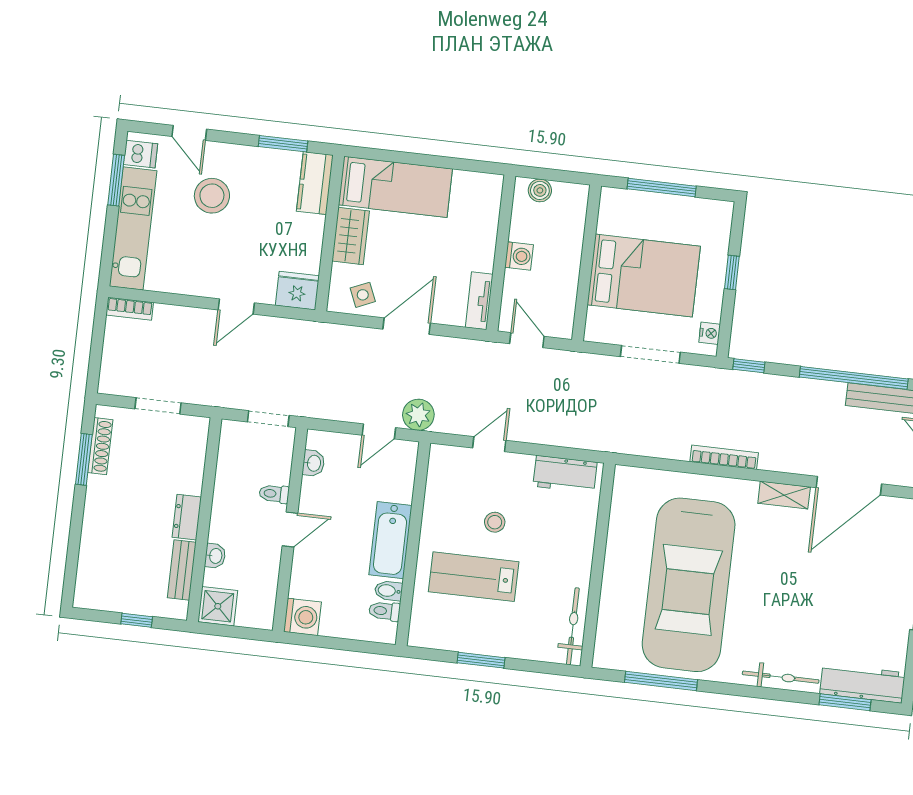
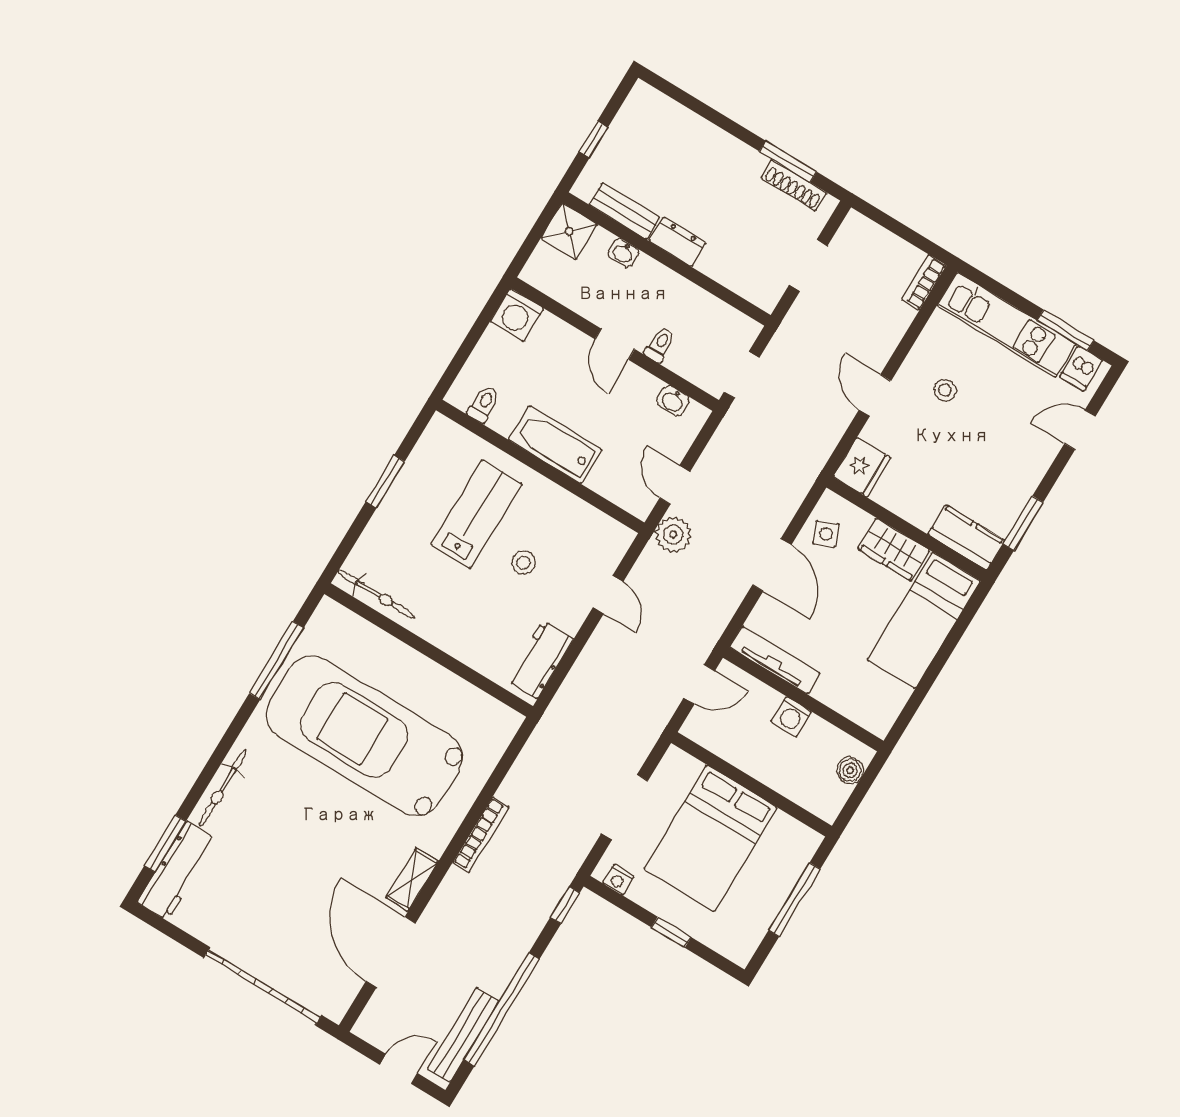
stool: (212, 196) -> (945, 390), moved, width x0.53, depth x0.53
tv unit: (479, 301) -> (775, 660), width x1.41
bidet: (389, 591) -> (503, 418), removed

